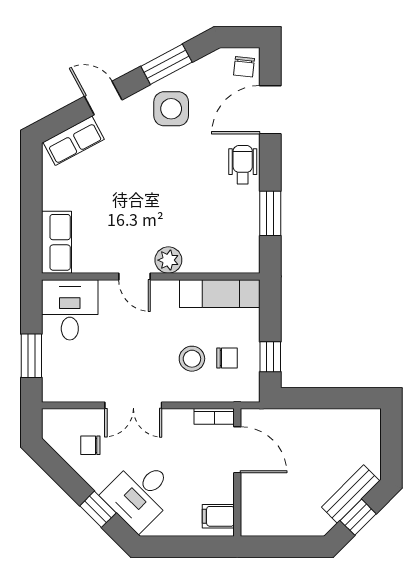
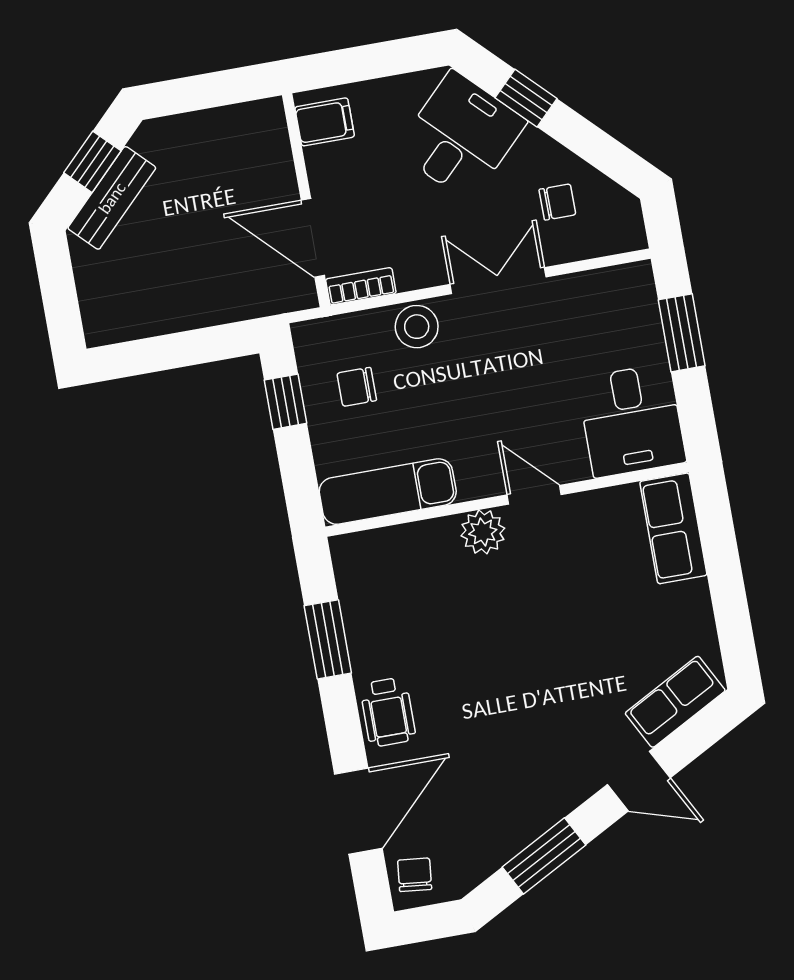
side table: (171, 109) -> (523, 783), removed
stool: (192, 359) -> (417, 327), moved

